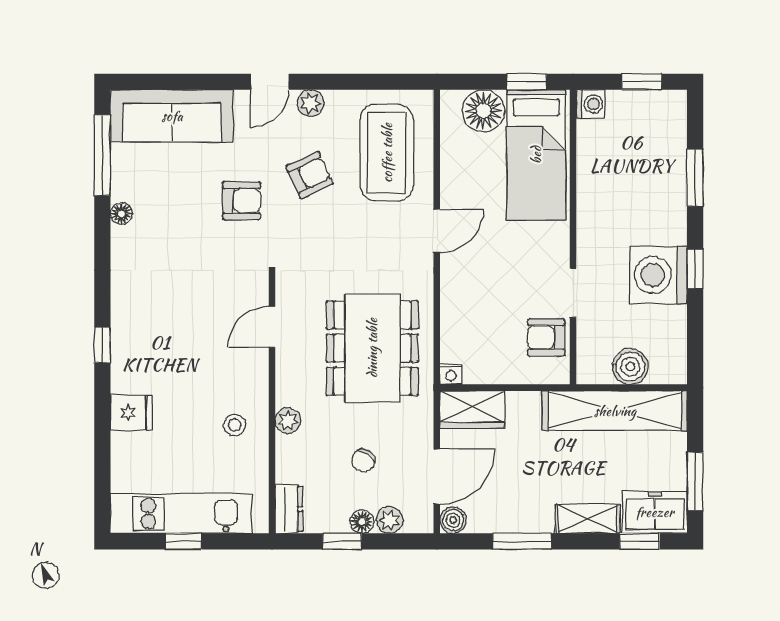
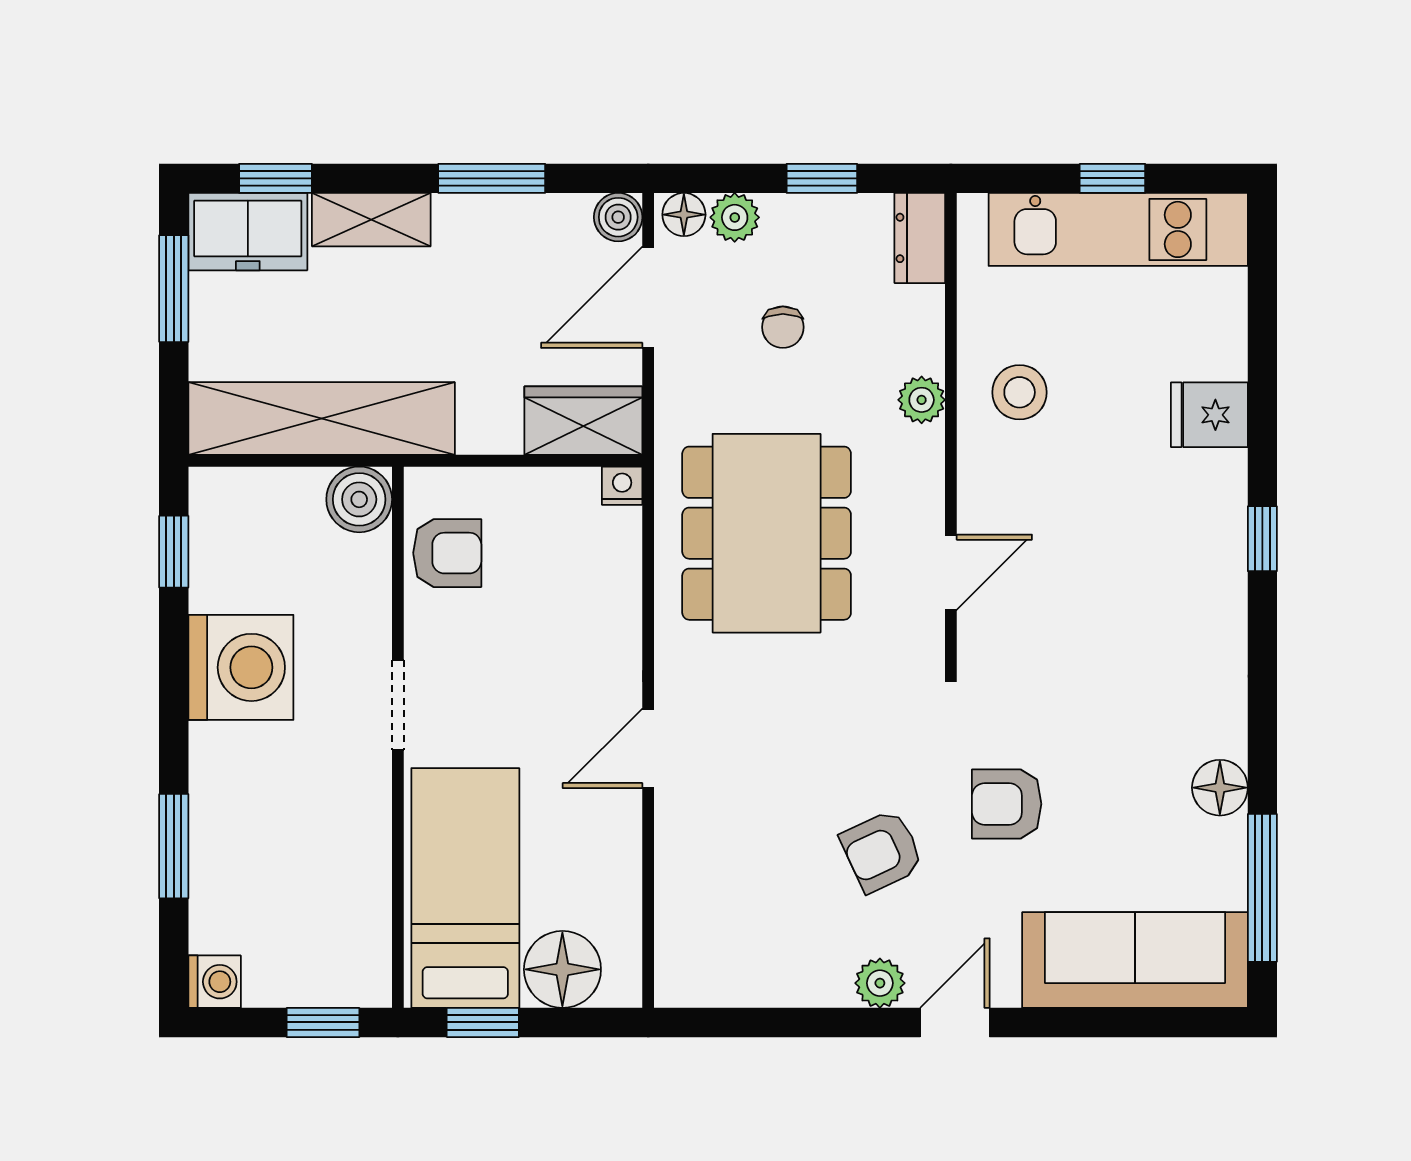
window: (642, 82) -> (323, 1022), moved
washing machine: (591, 104) -> (215, 982), moved, turned 180
coffee table: (387, 153) -> (740, 892), removed
floor lamp: (121, 214) -> (1220, 788), width x1.37, depth x1.37
window: (695, 269) -> (174, 552), moved
doorway: (573, 293) -> (398, 705), moved
boiler: (630, 367) -> (359, 499), moved
stool: (235, 425) -> (1020, 392), width x1.37, depth x1.37
chair: (363, 460) -> (783, 327), turned 146
floor lamp: (362, 522) -> (684, 215), moved

